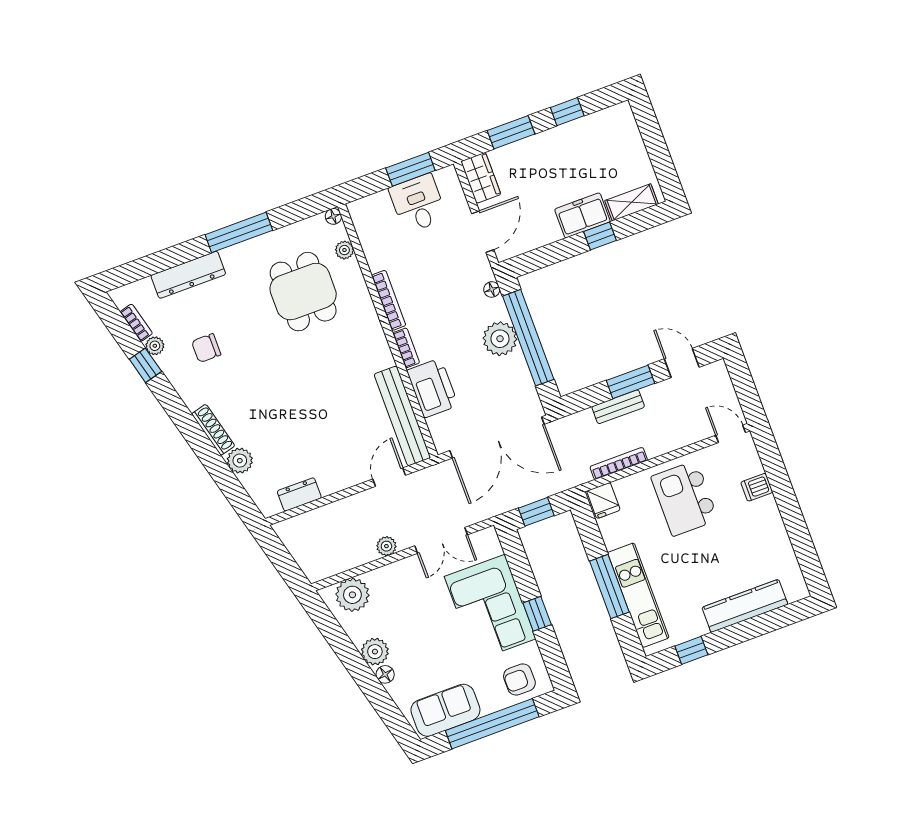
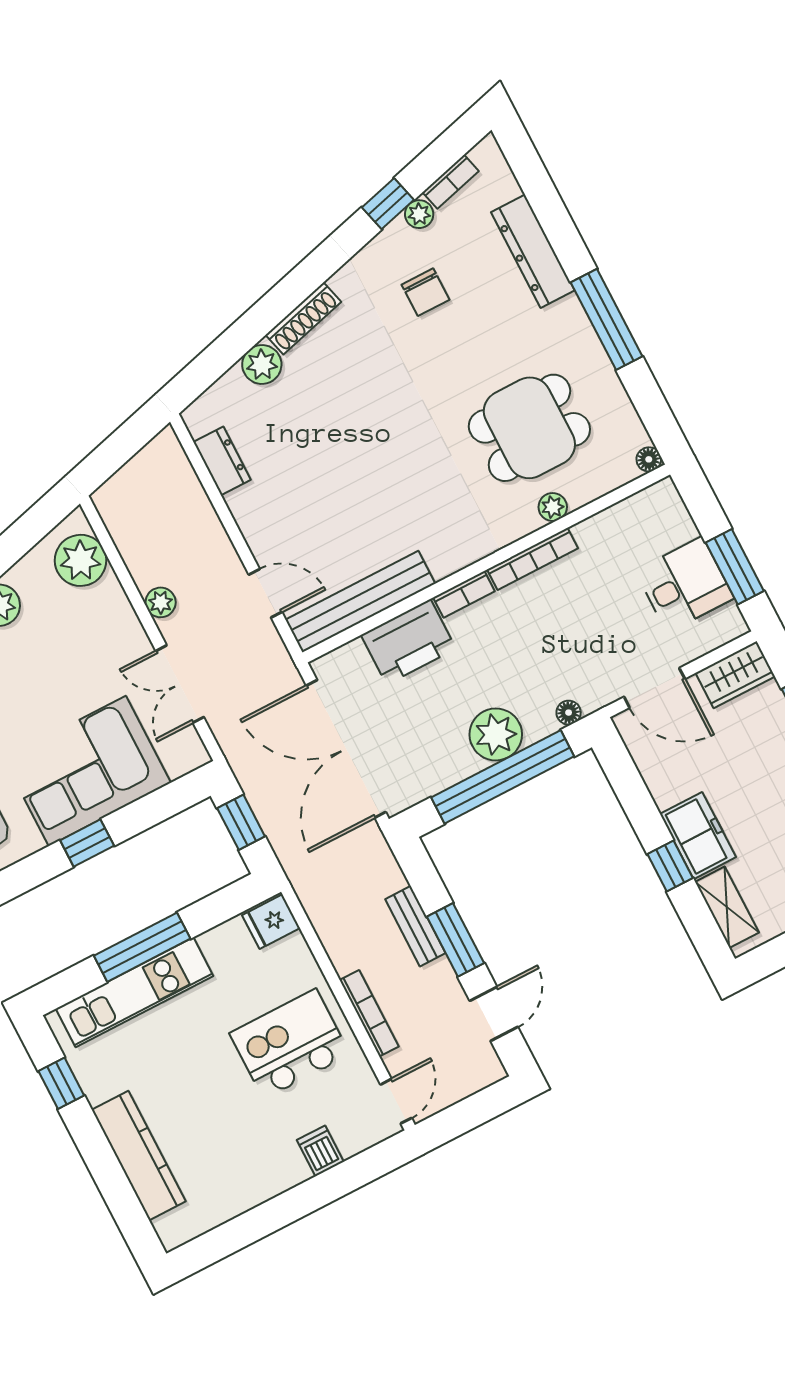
plant: (344, 250) -> (553, 507), moved
chair: (206, 348) -> (426, 292), turned 180
bookcase: (619, 463) -> (369, 1013), moved

